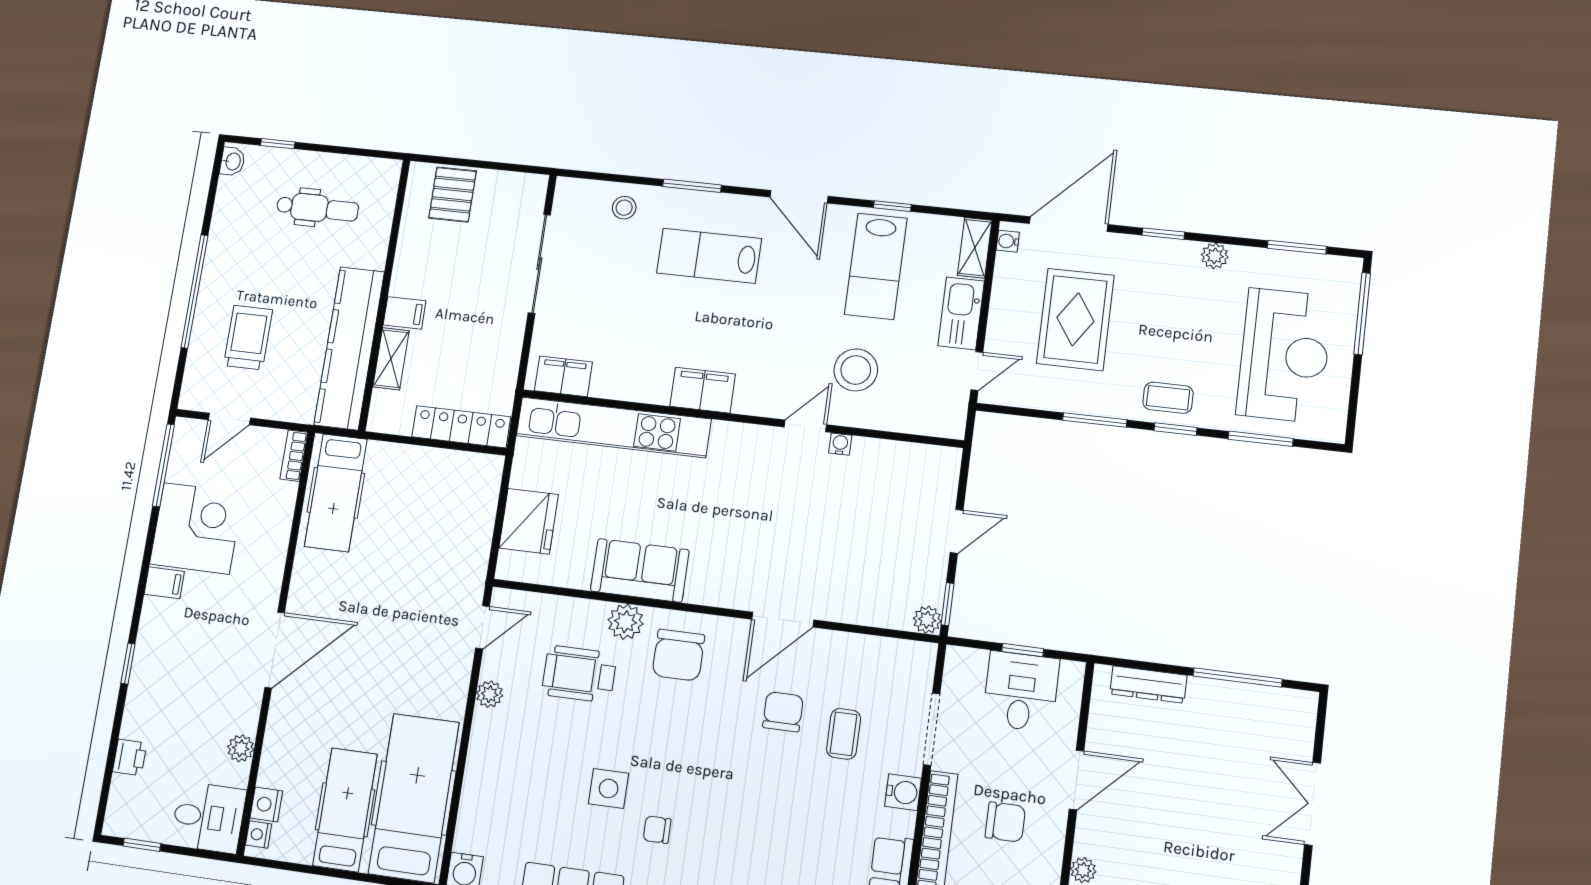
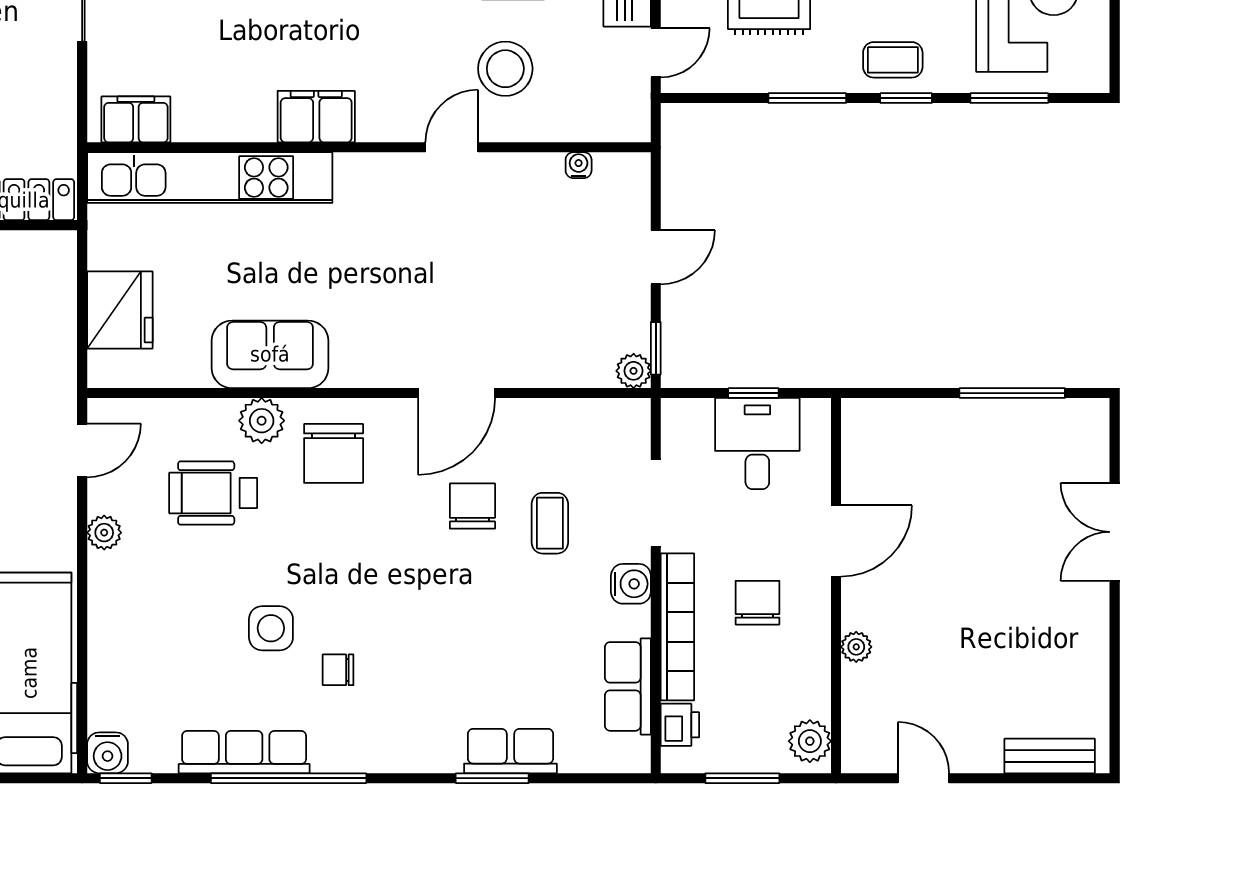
water cooler: (840, 444) -> (579, 165), moved
dresser: (1148, 685) -> (908, 415), removed
chair: (1005, 822) -> (758, 603), turned -90

